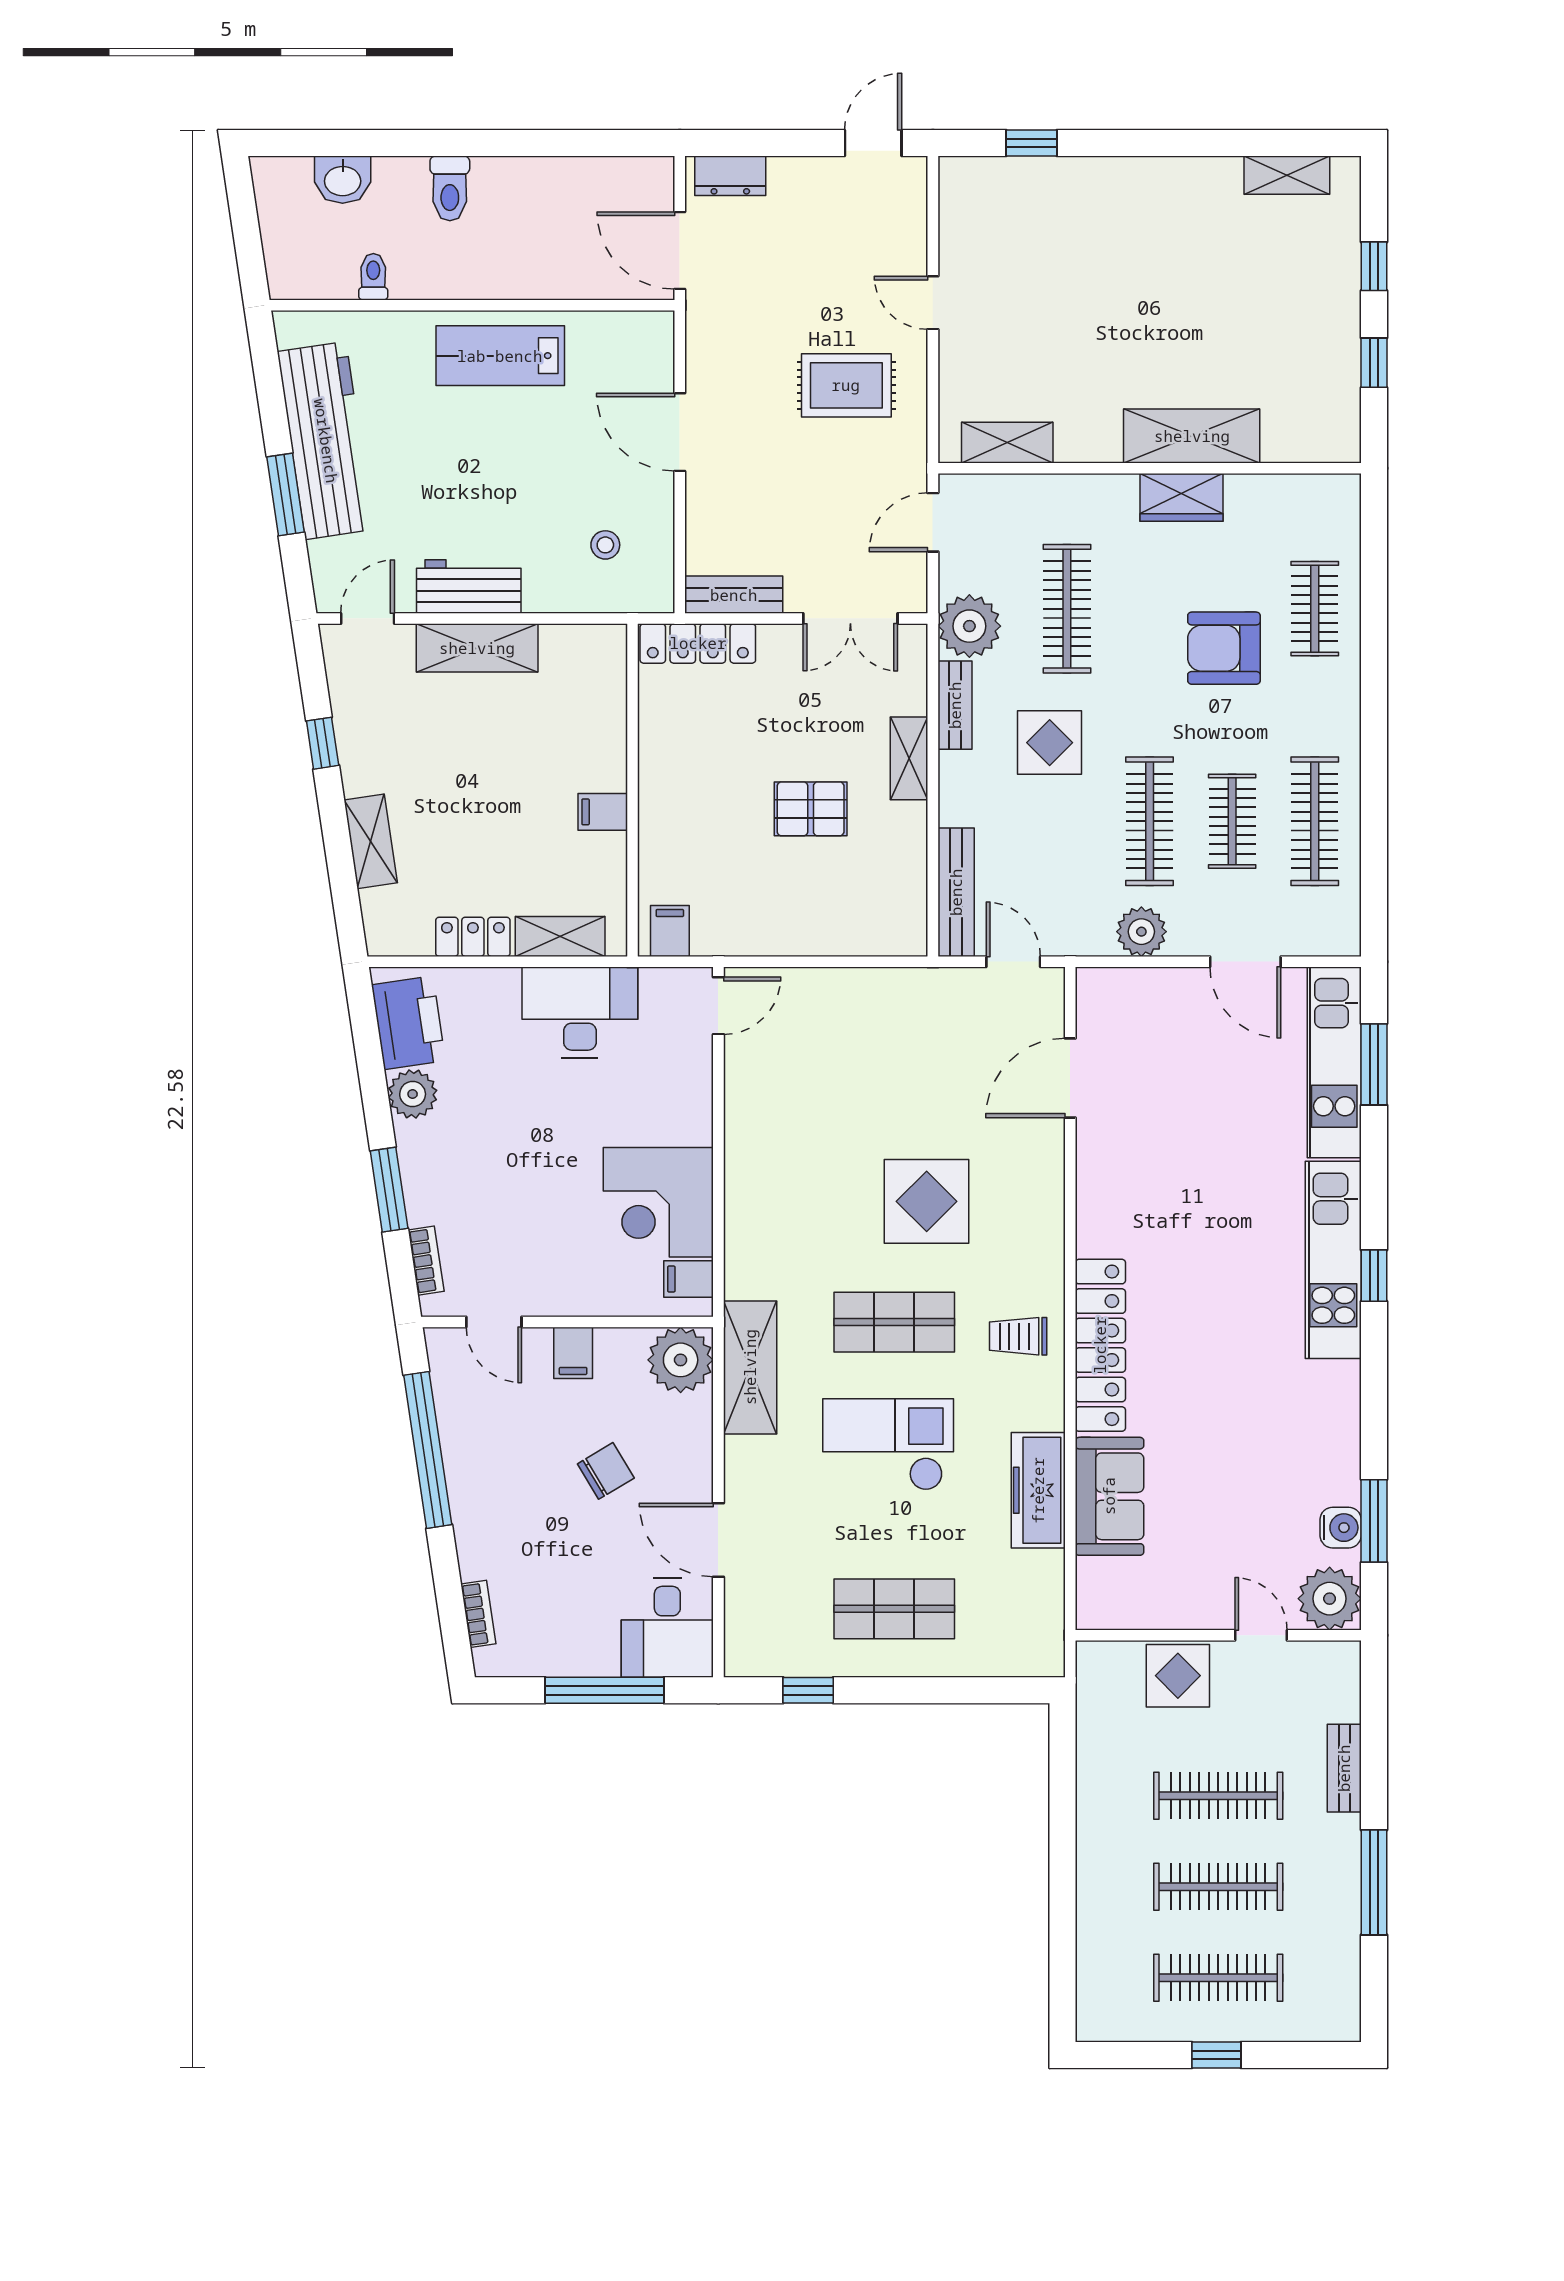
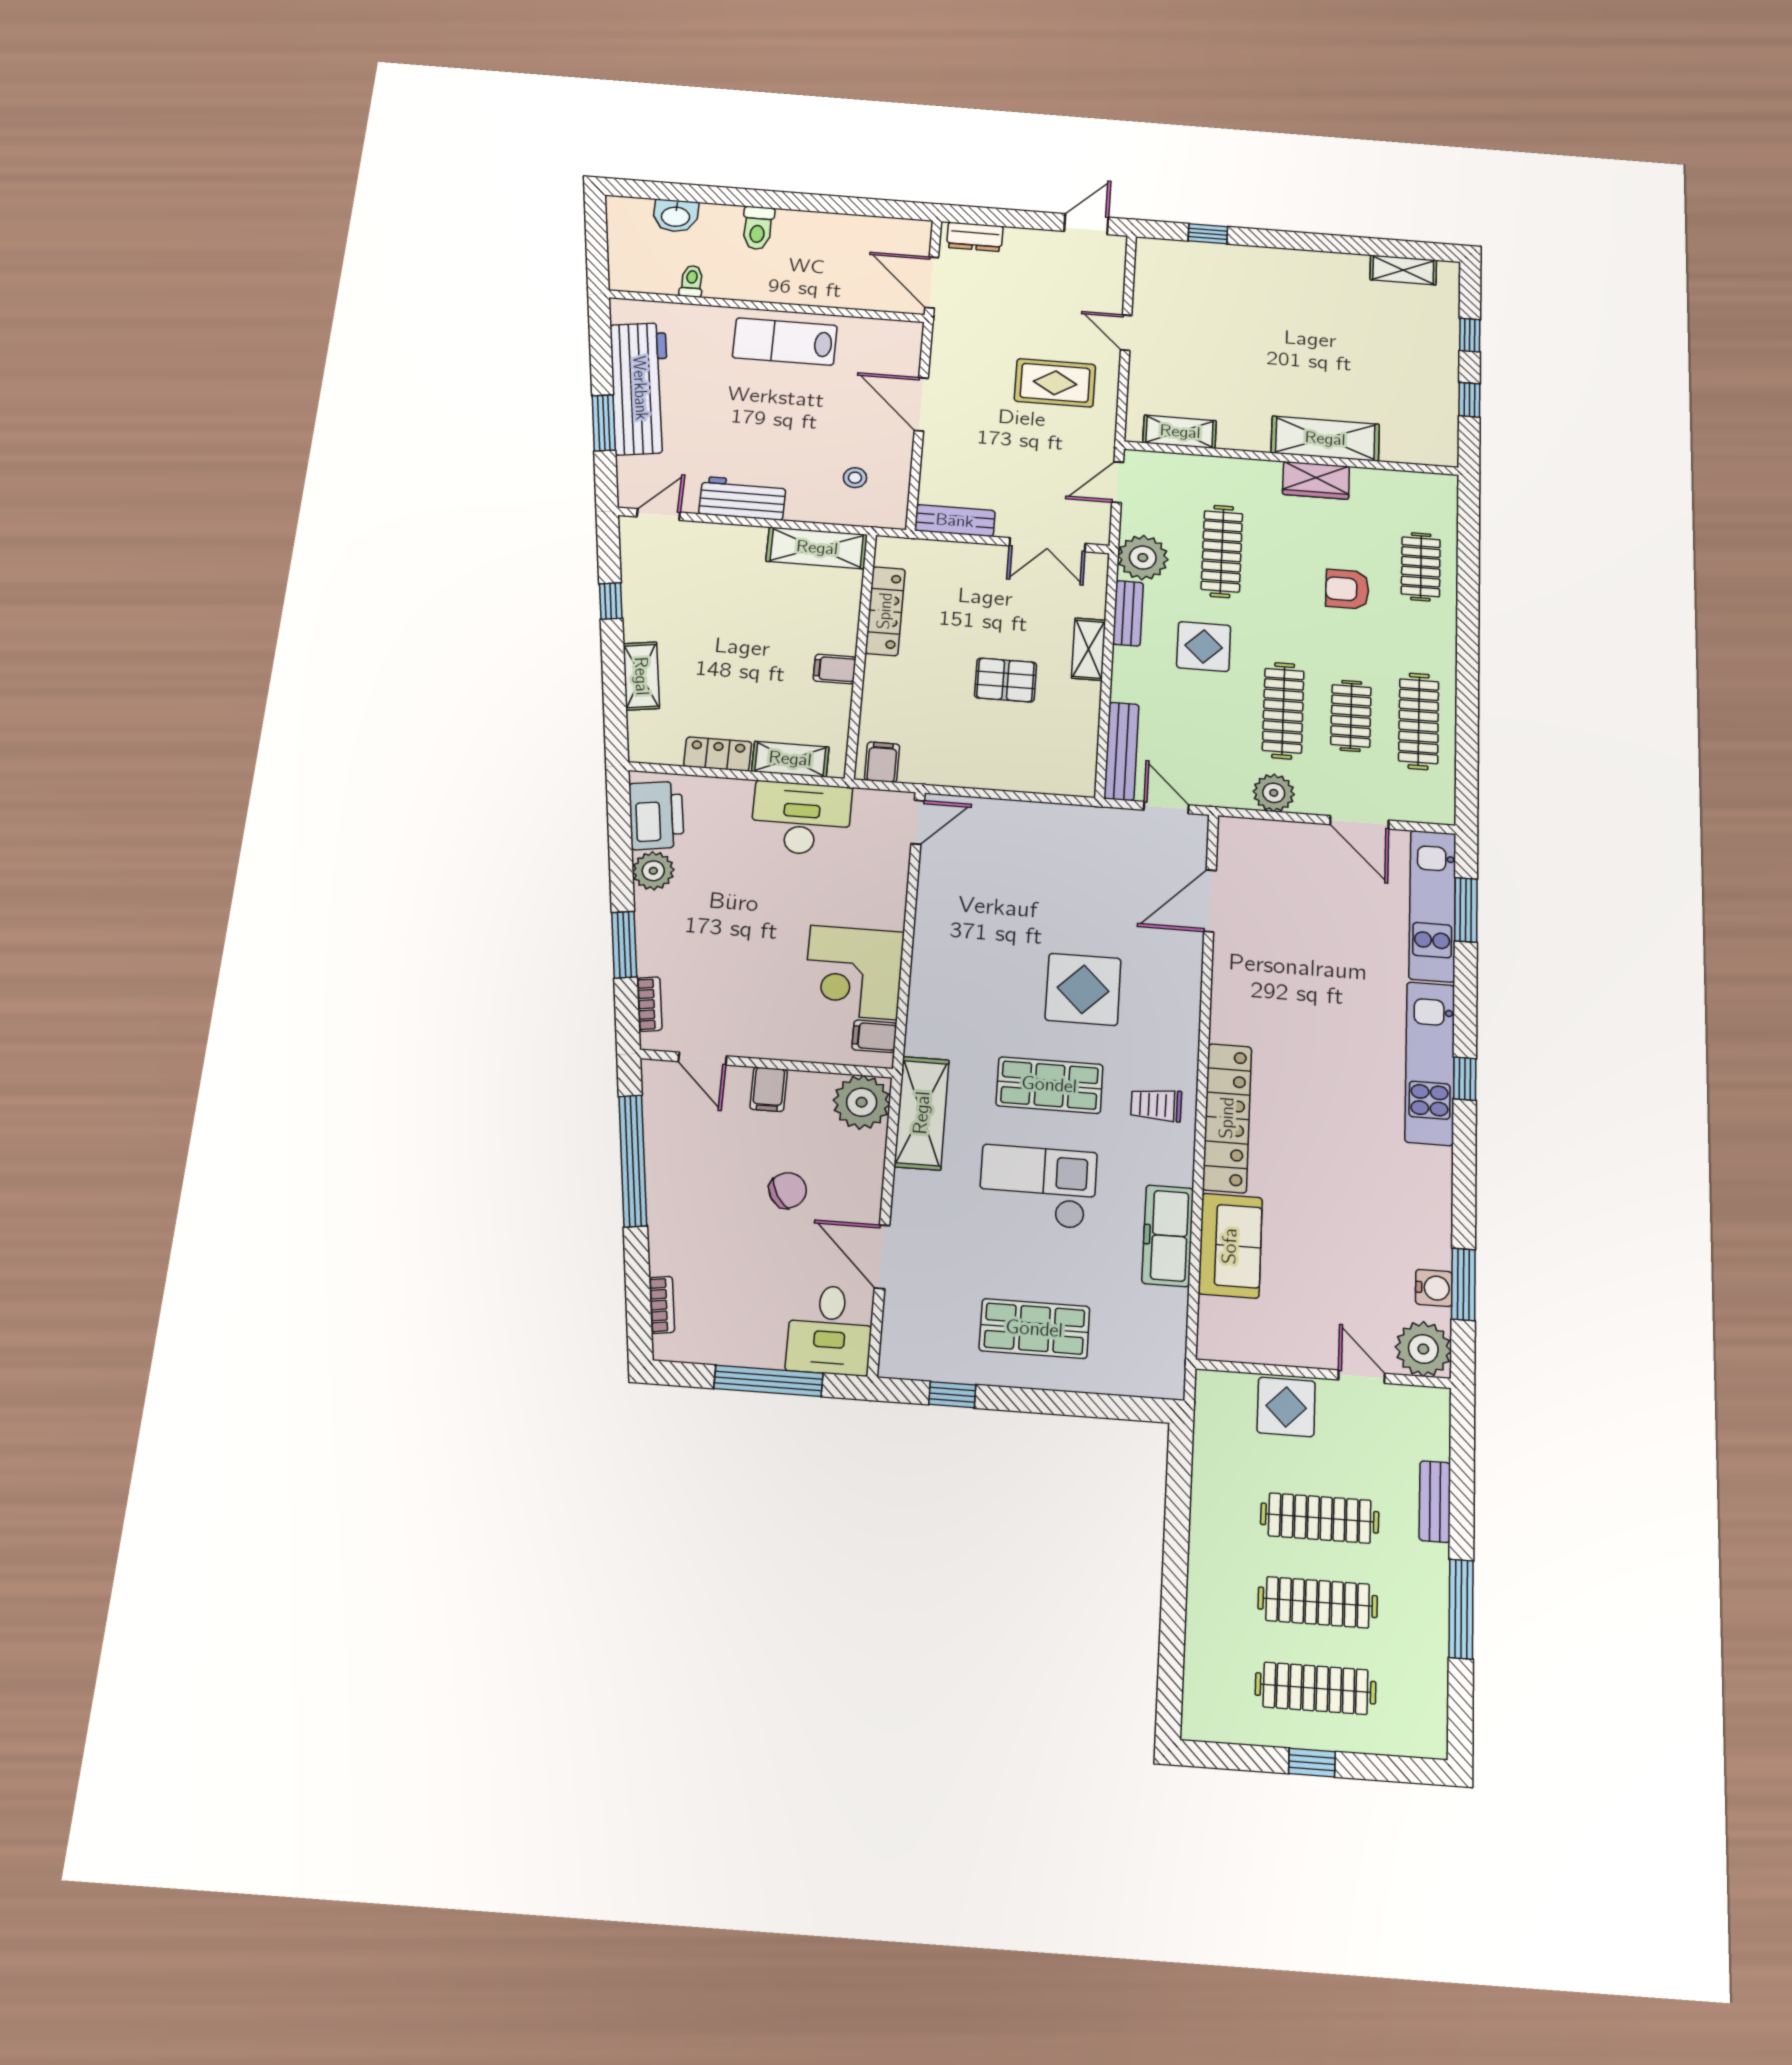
locker: (698, 643) -> (885, 611), moved, turned -90
shelving: (477, 648) -> (817, 548), moved
armchair: (1224, 648) -> (1347, 589), width x0.72, depth x0.72

